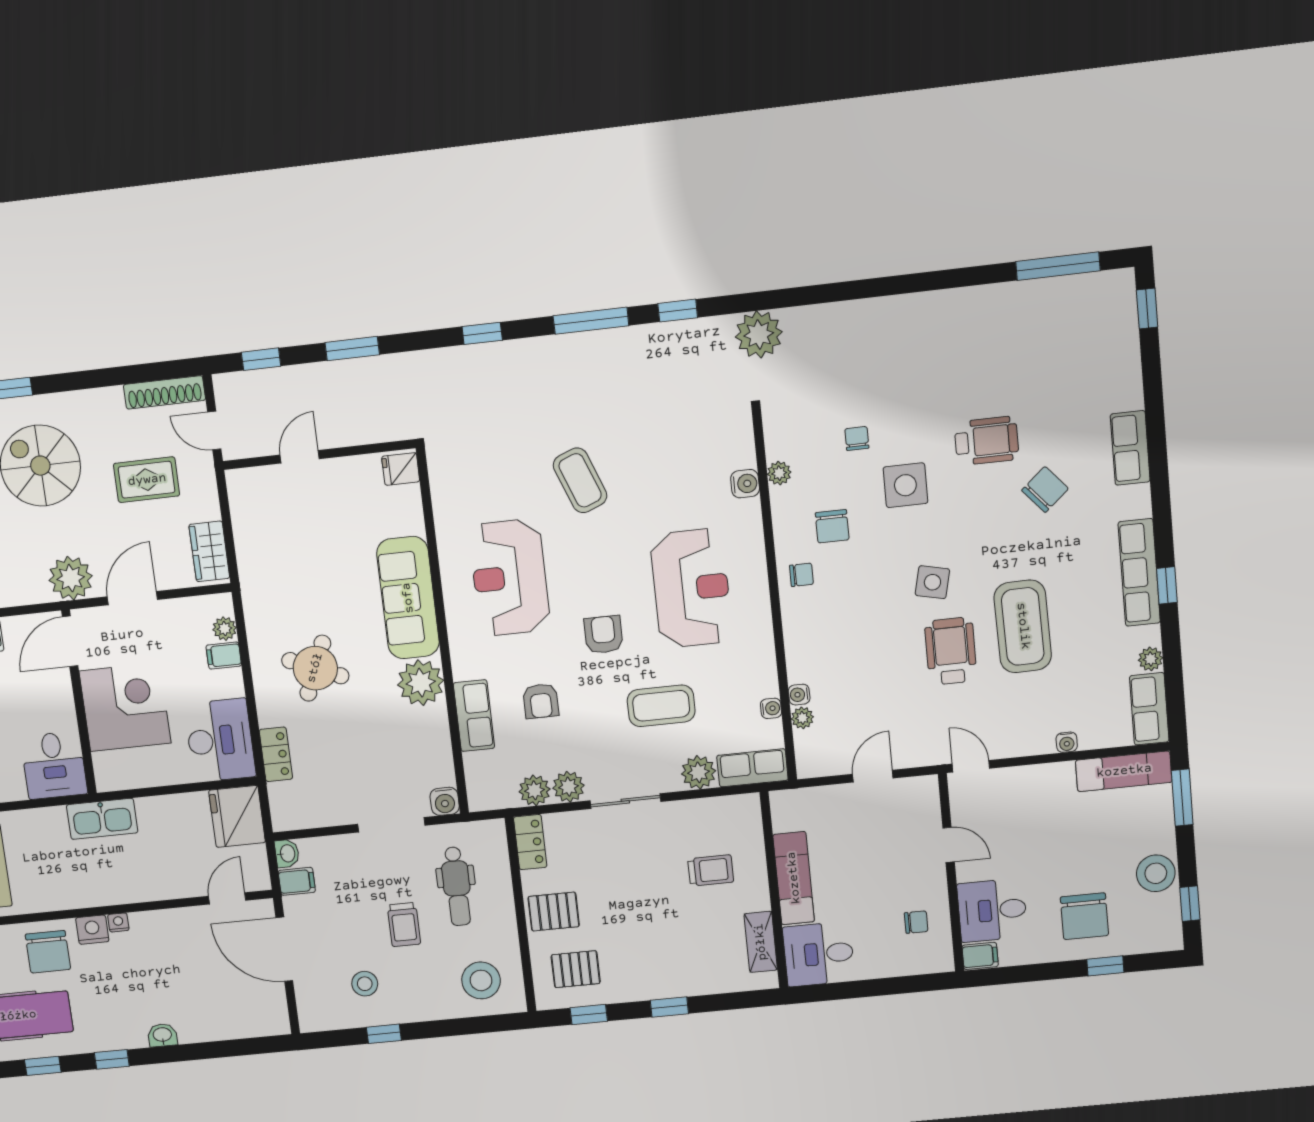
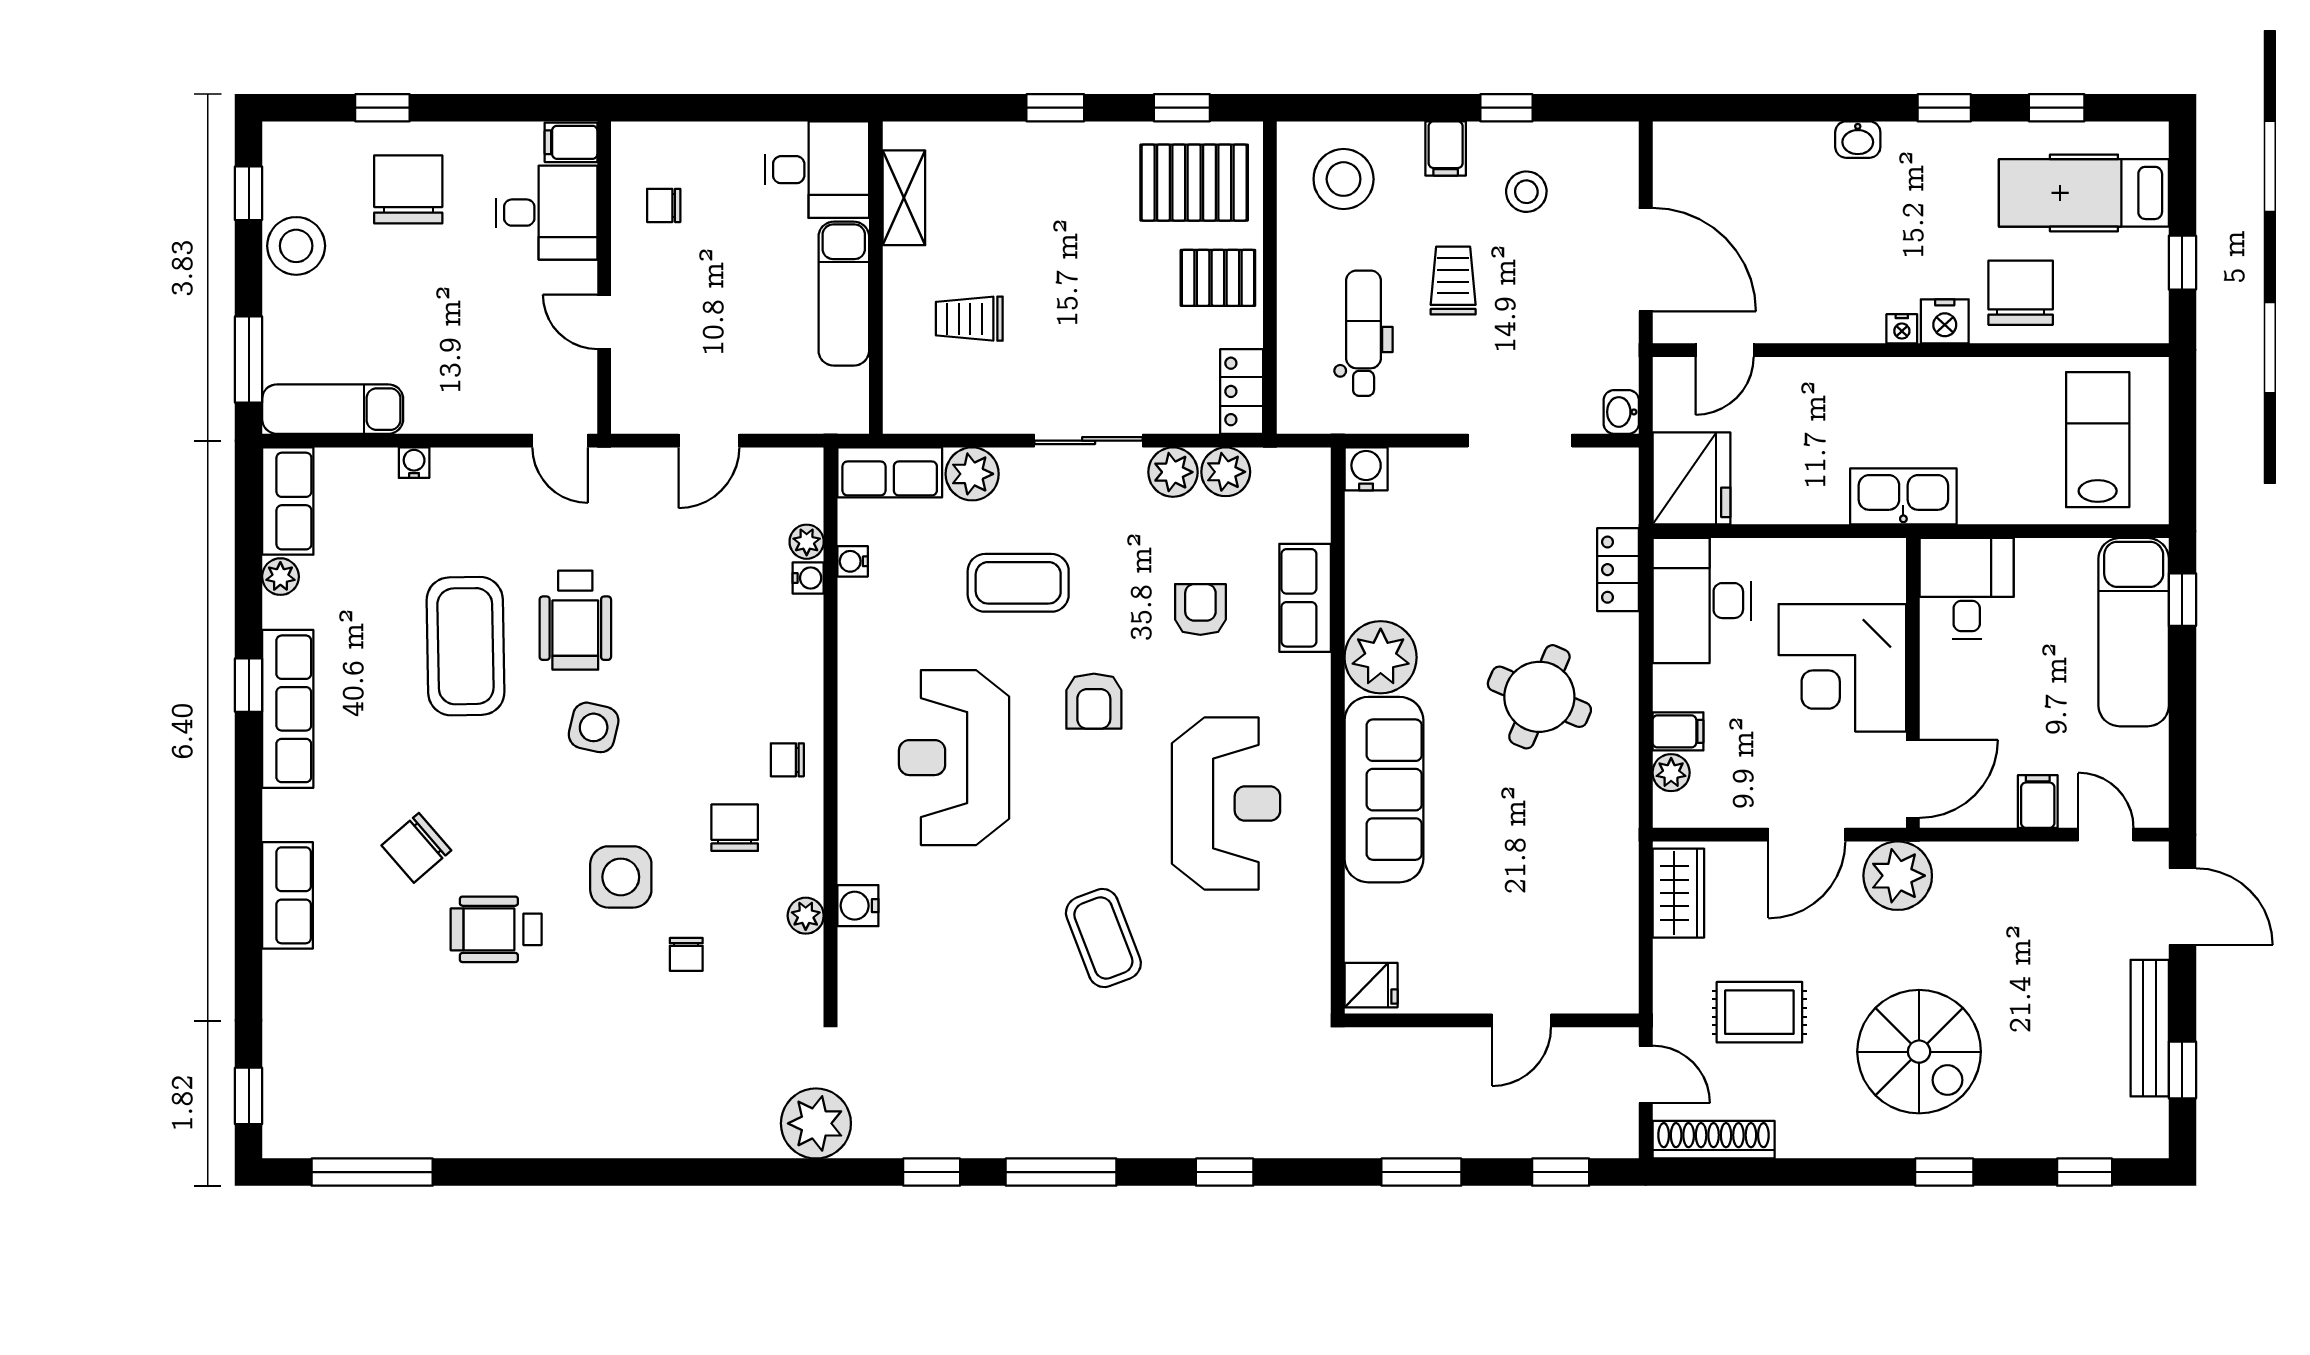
doorway: (391, 825) -> (1520, 441), moved
filing cabinet: (297, 881) -> (1446, 148), moved, turned -90
pallet: (576, 969) -> (1194, 183), width x1.50, depth x1.42

